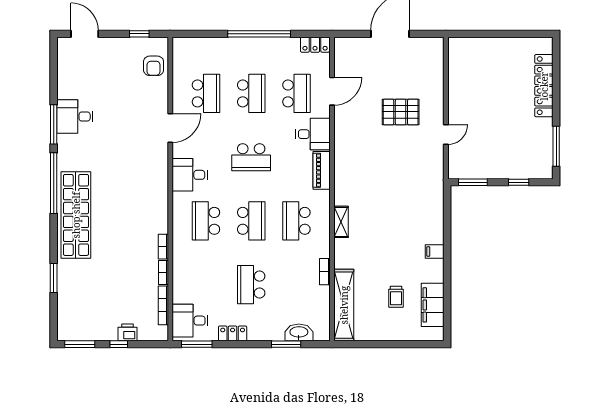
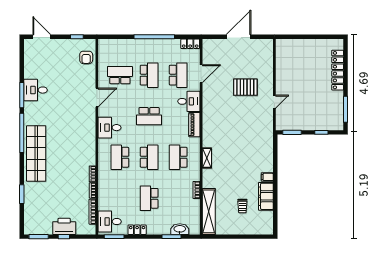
school desk: (206, 93) -> (120, 75), turned -90
filing cabinet: (433, 305) -> (266, 196), moved
printer: (128, 332) -> (64, 226), width x1.87, depth x1.48

